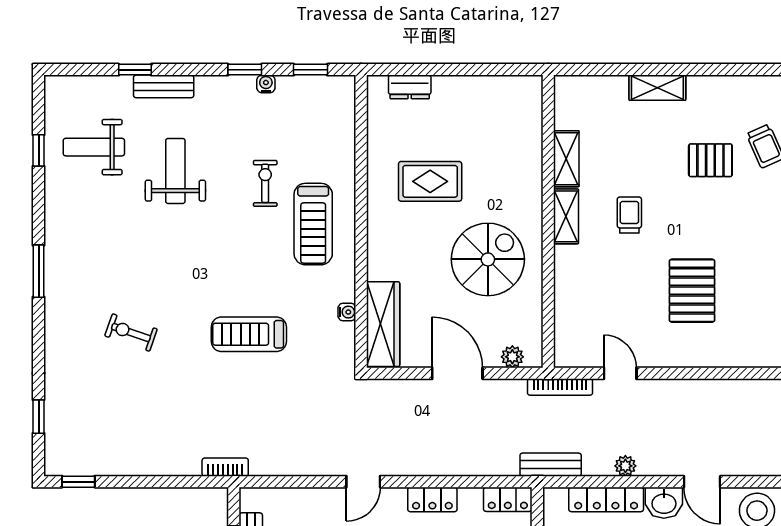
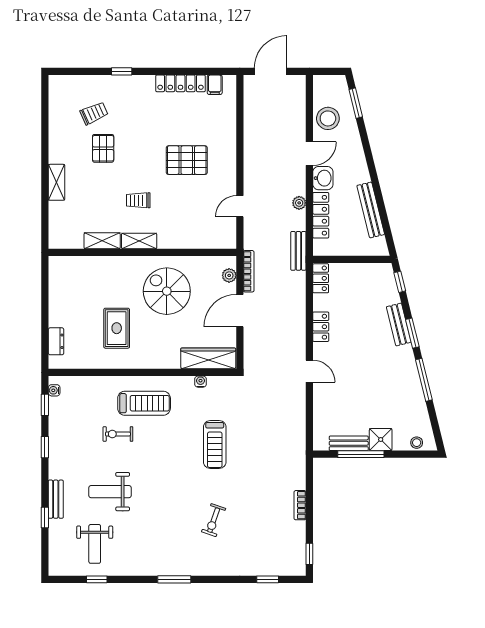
water cooler: (266, 84) -> (54, 390), moved
bookcase: (560, 387) -> (249, 271), moved
bookcase: (225, 467) -> (300, 505), moved

